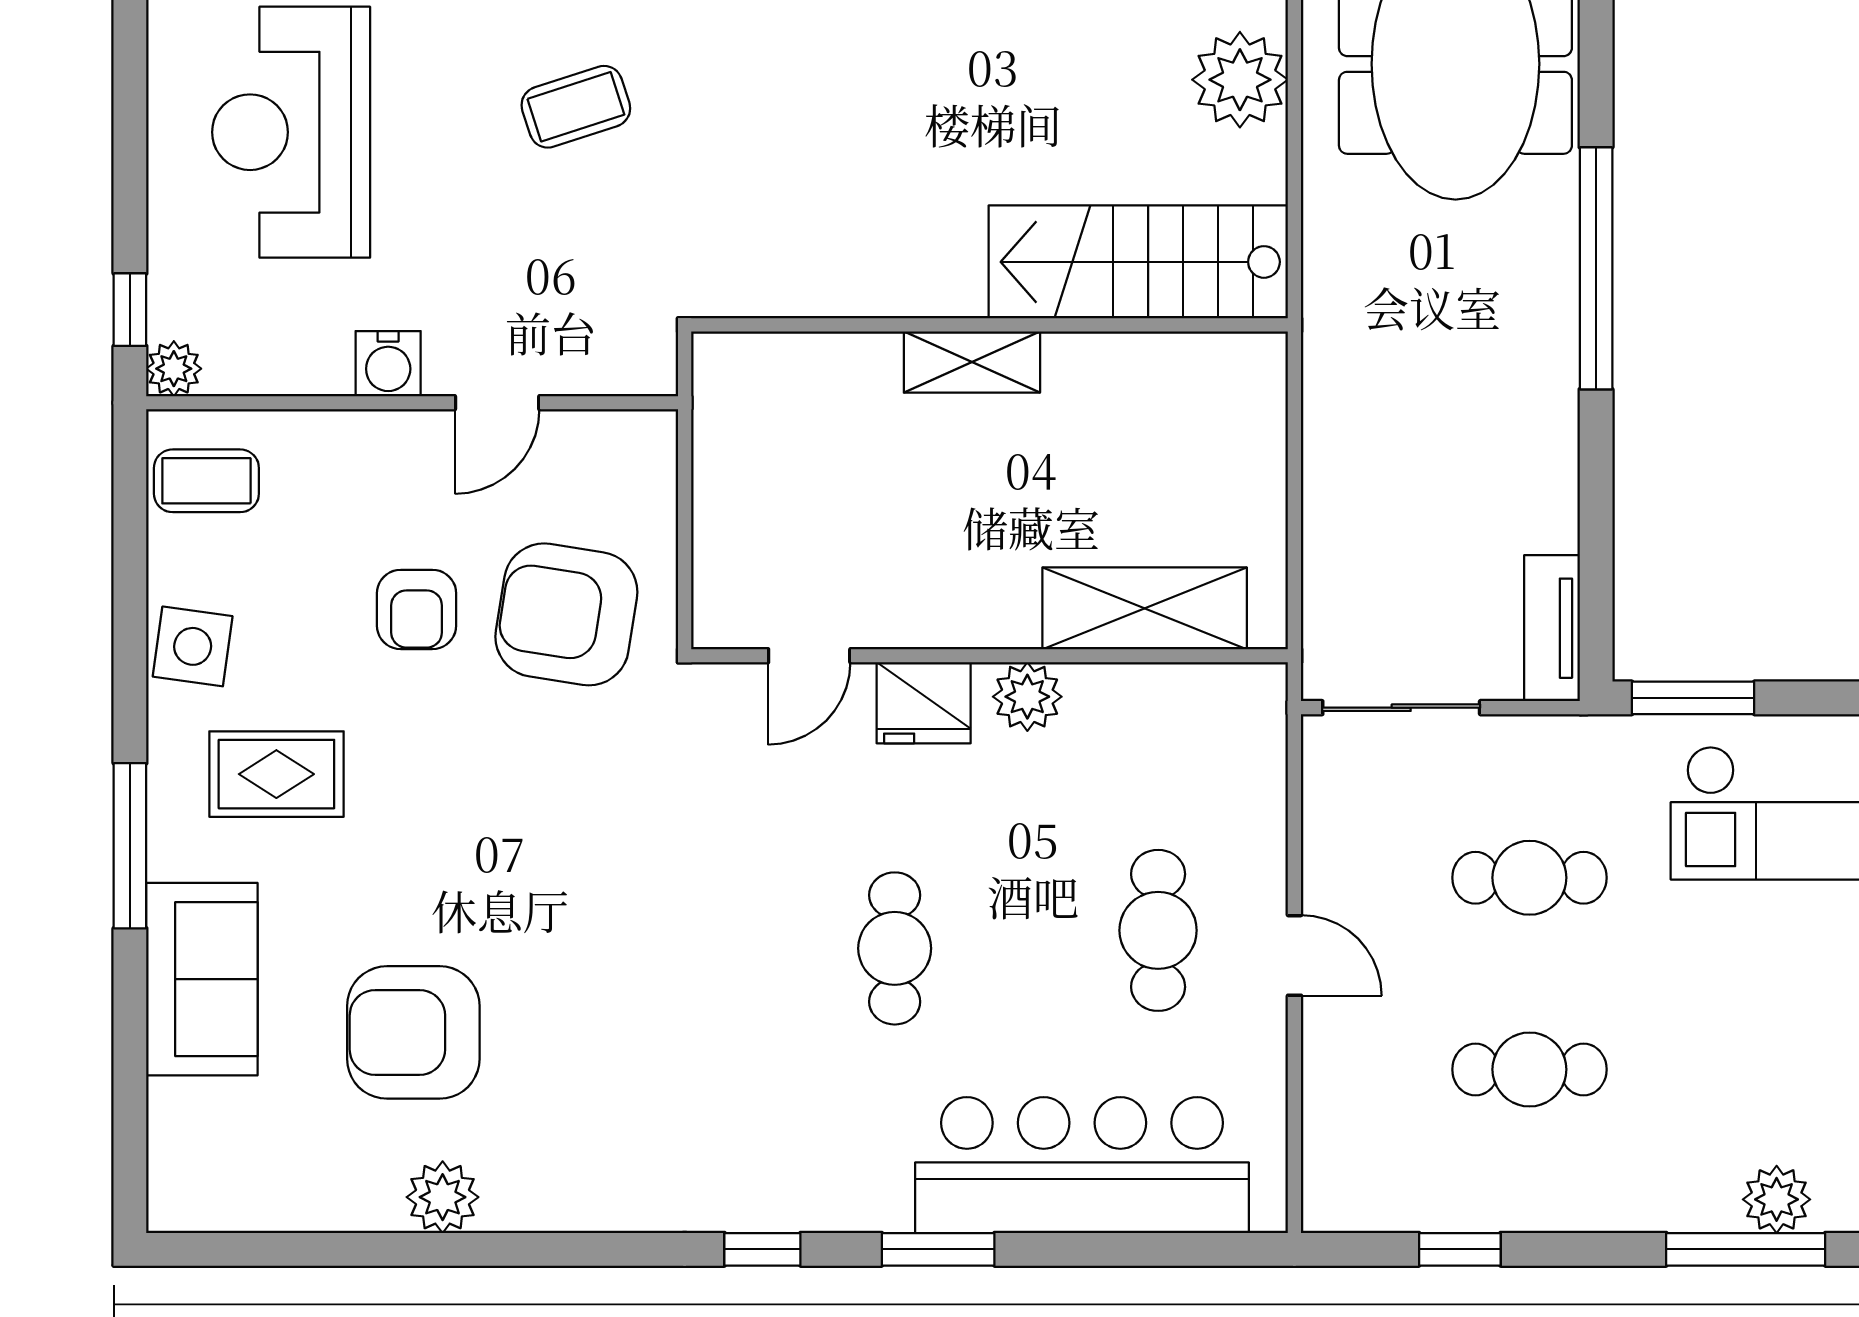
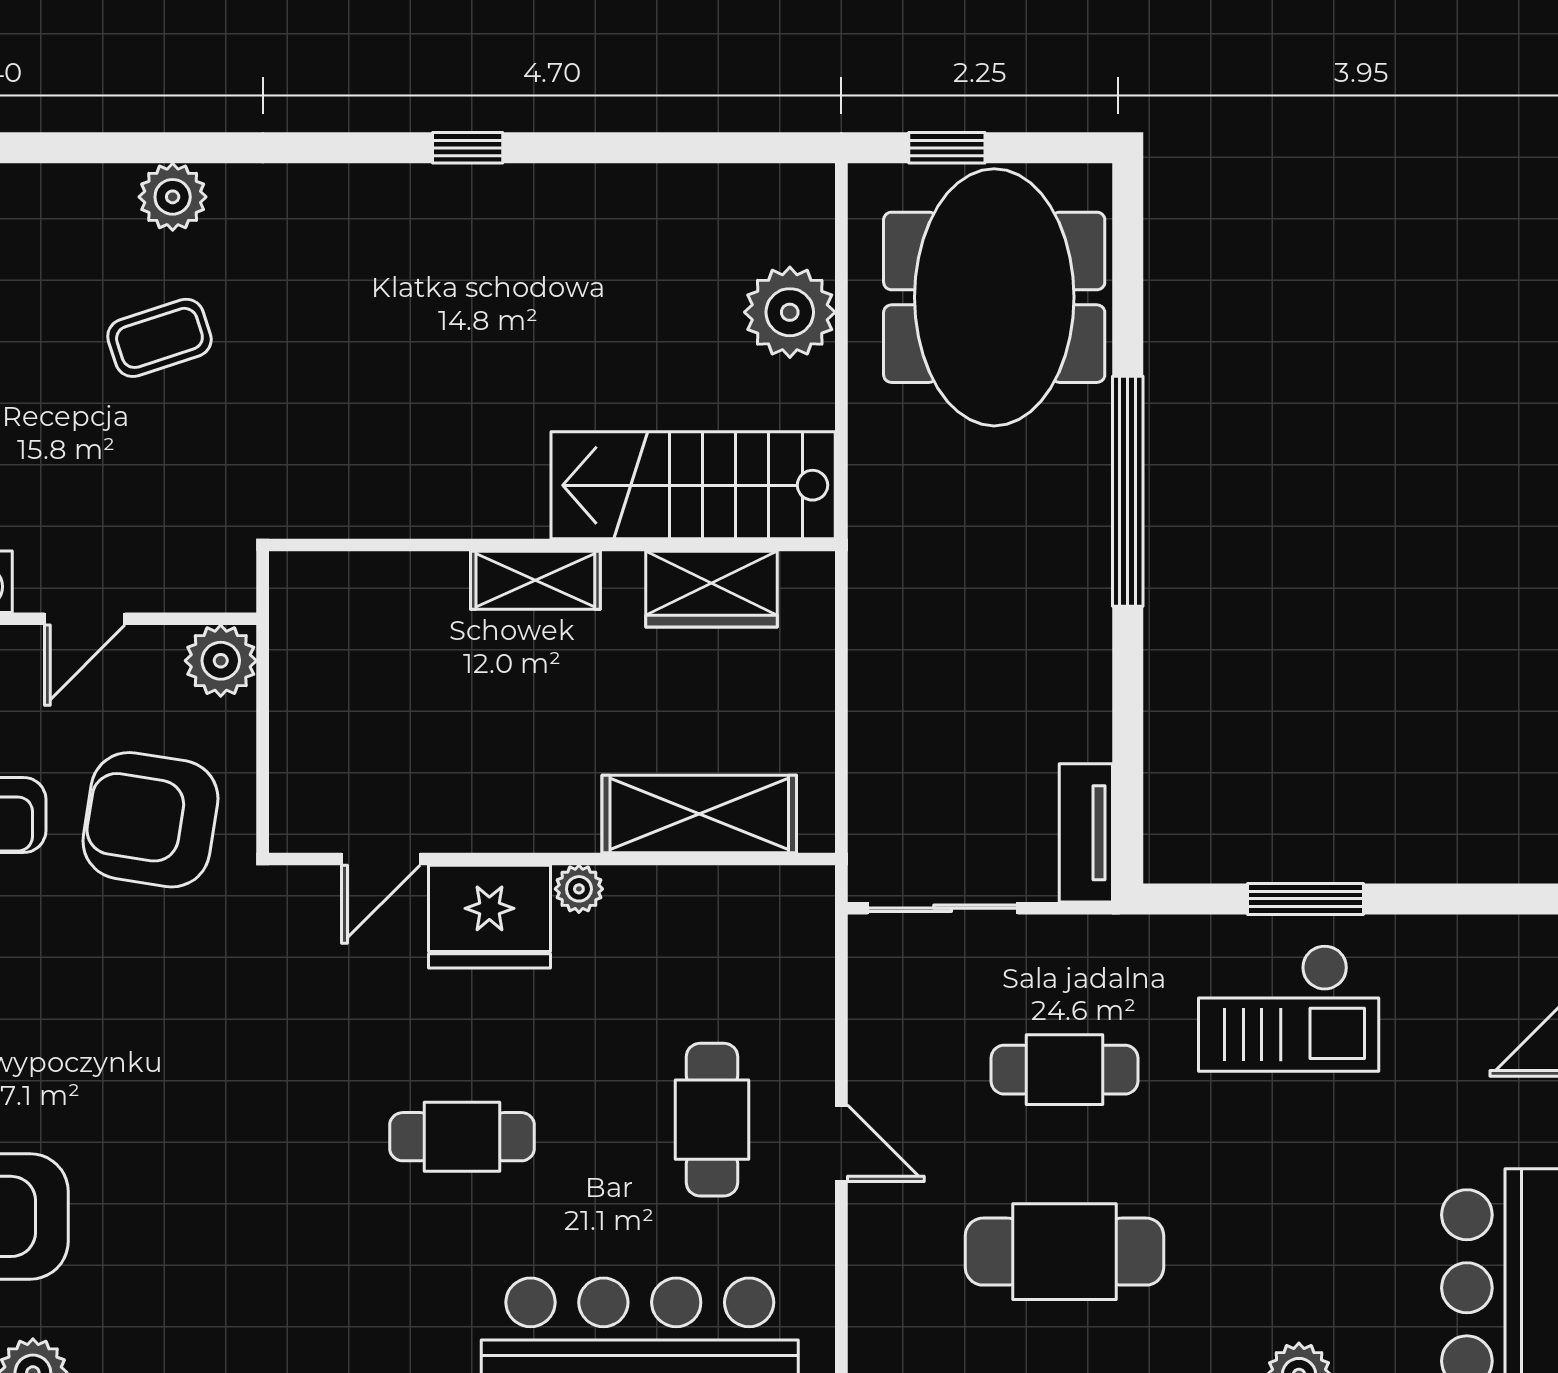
wardrobe: (1157, 371) -> (711, 589), added
plant: (640, 447) -> (221, 661), added
plant: (1027, 697) -> (579, 889), width x0.73, depth x0.73
window: (1693, 698) -> (1306, 899), moved
fridge: (924, 703) -> (489, 917), width x1.36, depth x1.34
cafe table: (895, 948) -> (462, 1137), turned 90
cafe table: (1529, 1069) -> (1064, 1252), width x1.37, depth x1.35

